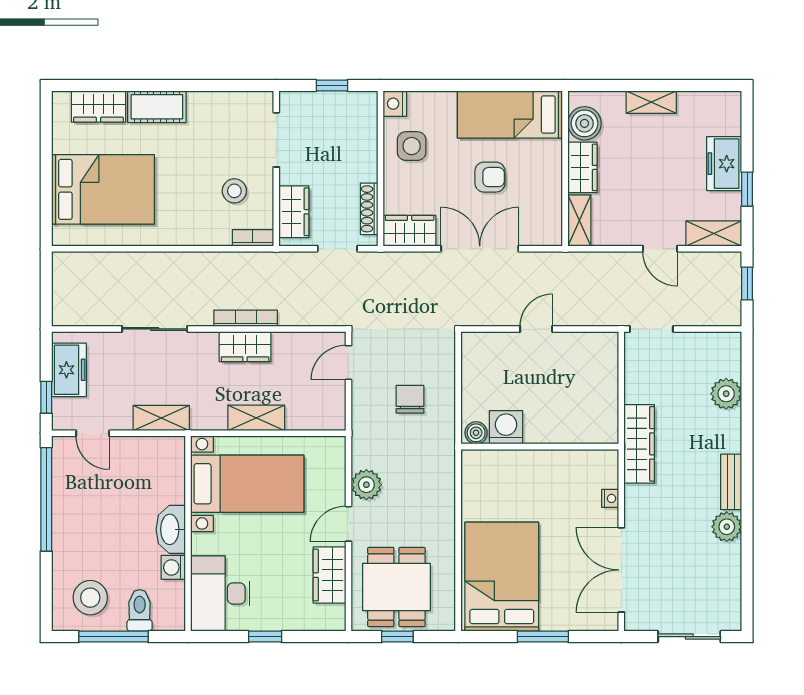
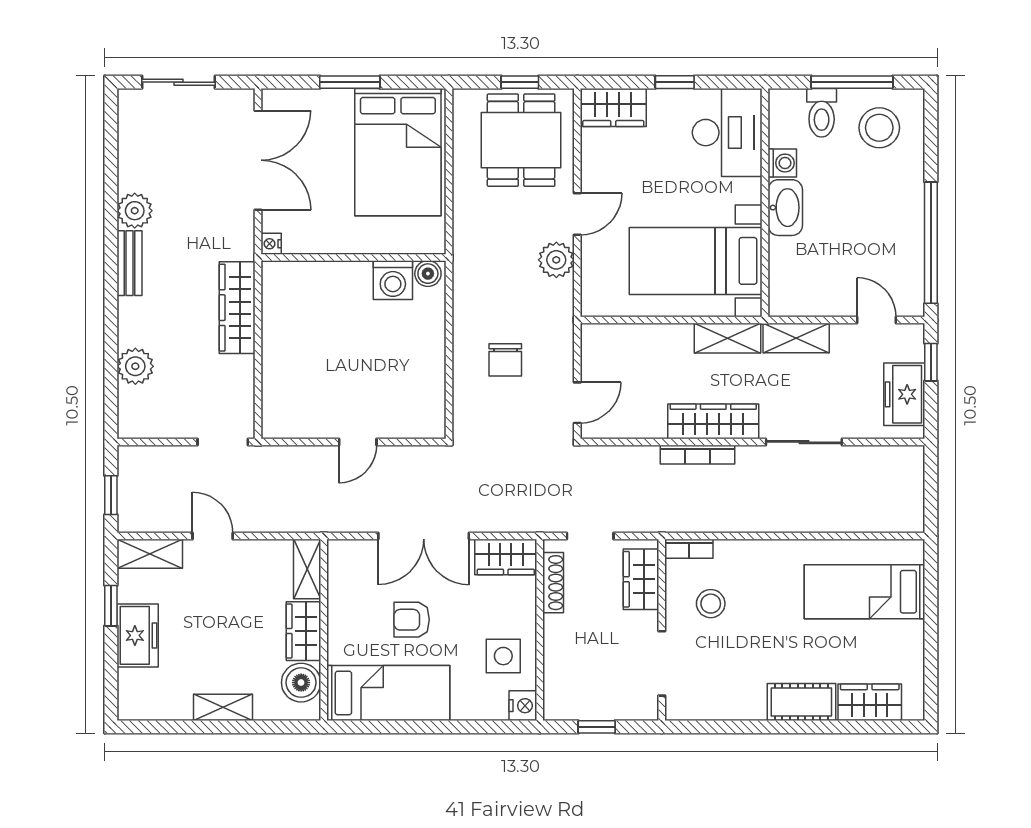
bed: (103, 189) -> (864, 592), width x0.67
wardrobe: (245, 347) -> (713, 421), width x1.50
shelving: (256, 418) -> (727, 338), moved
washing machine: (506, 427) -> (393, 280), moved
boiler: (476, 433) -> (428, 274), moved
wall: (540, 447) -> (353, 257), moved
wardrobe: (329, 575) -> (613, 108), moved, turned 90

